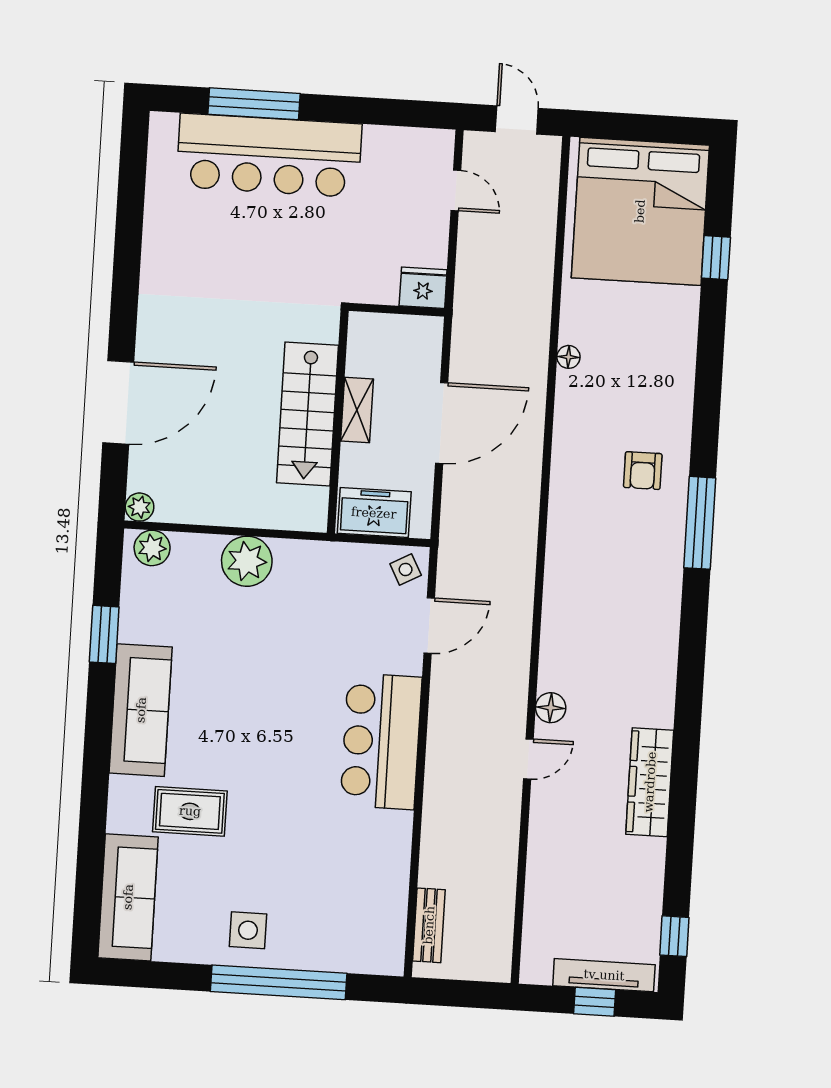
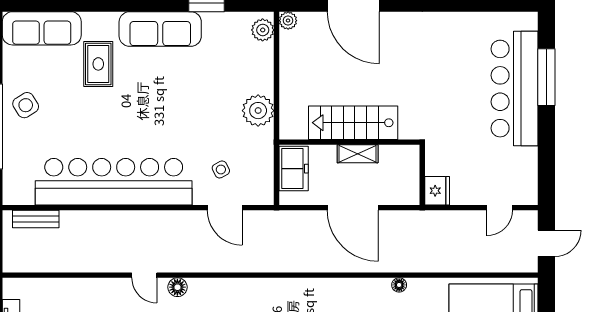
plant: (247, 561) -> (258, 111), moved
side table: (406, 569) -> (221, 169), moved
bar counter: (381, 741) -> (114, 182), width x1.86
side table: (248, 930) -> (26, 105), turned -32

